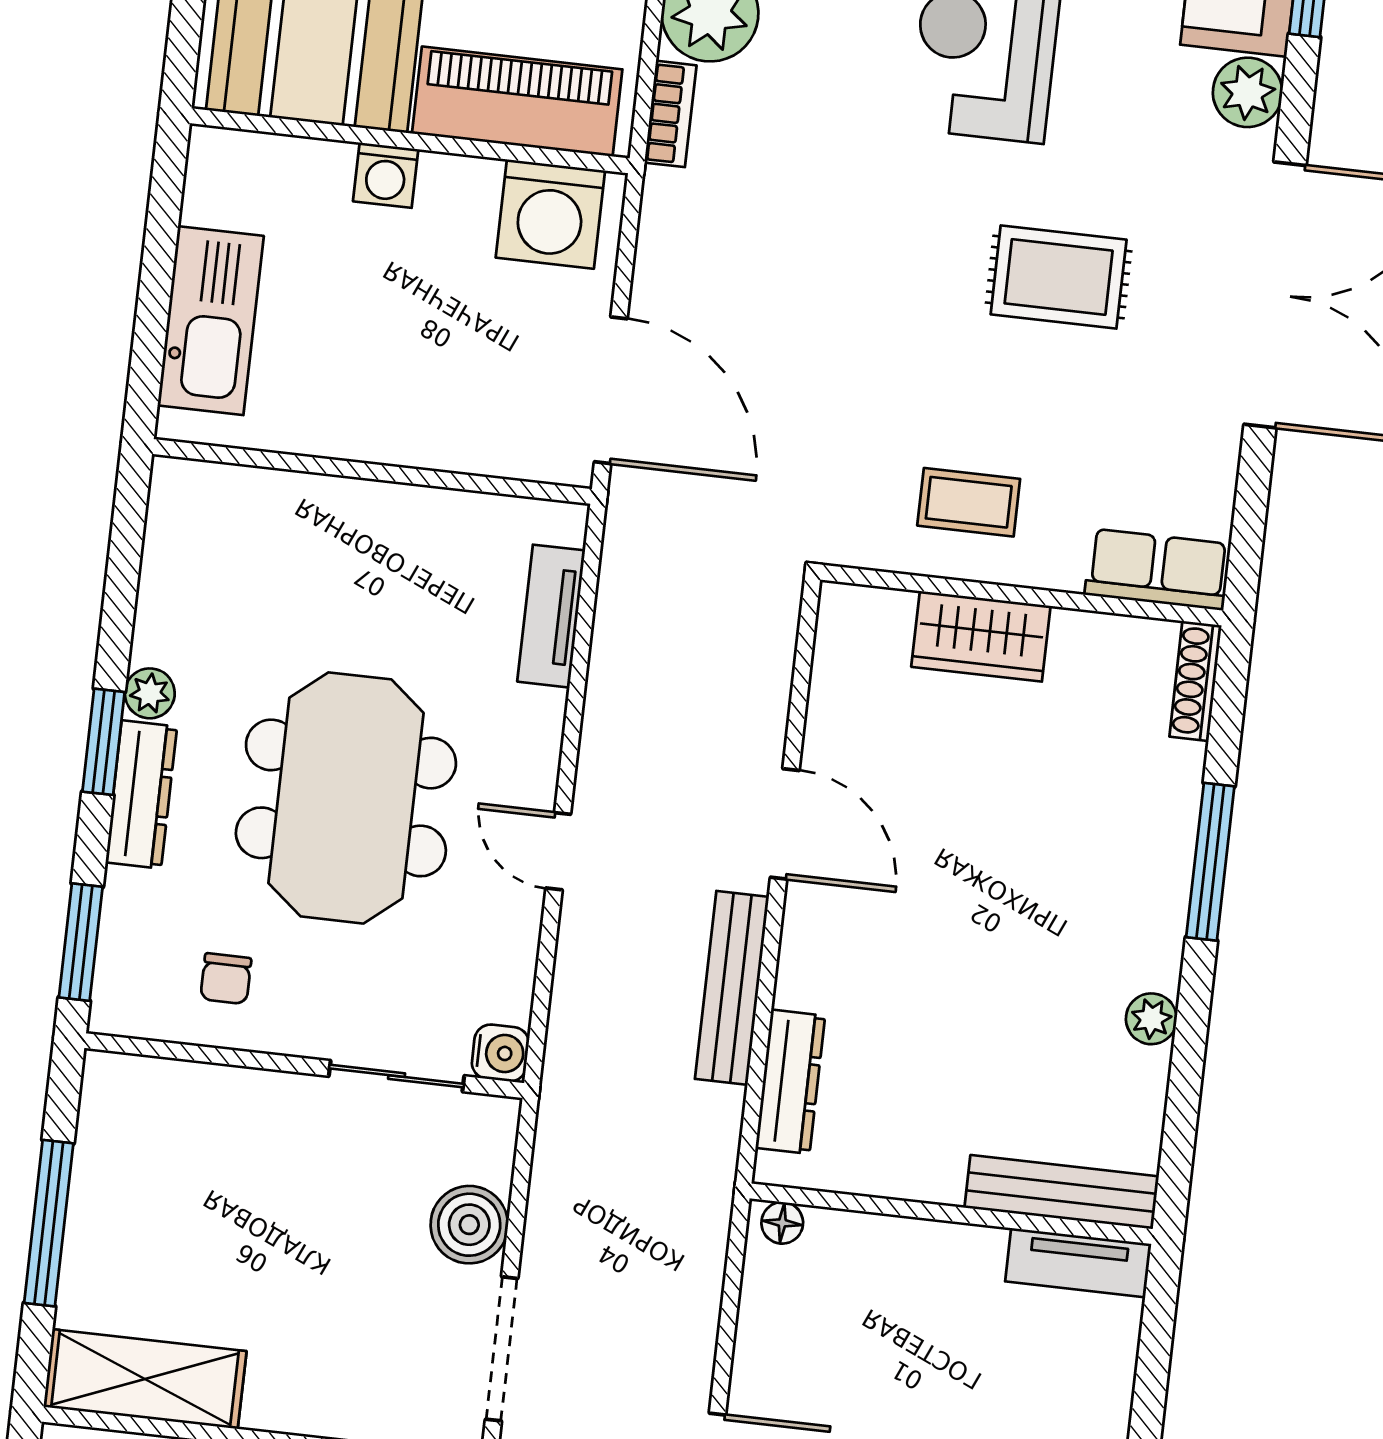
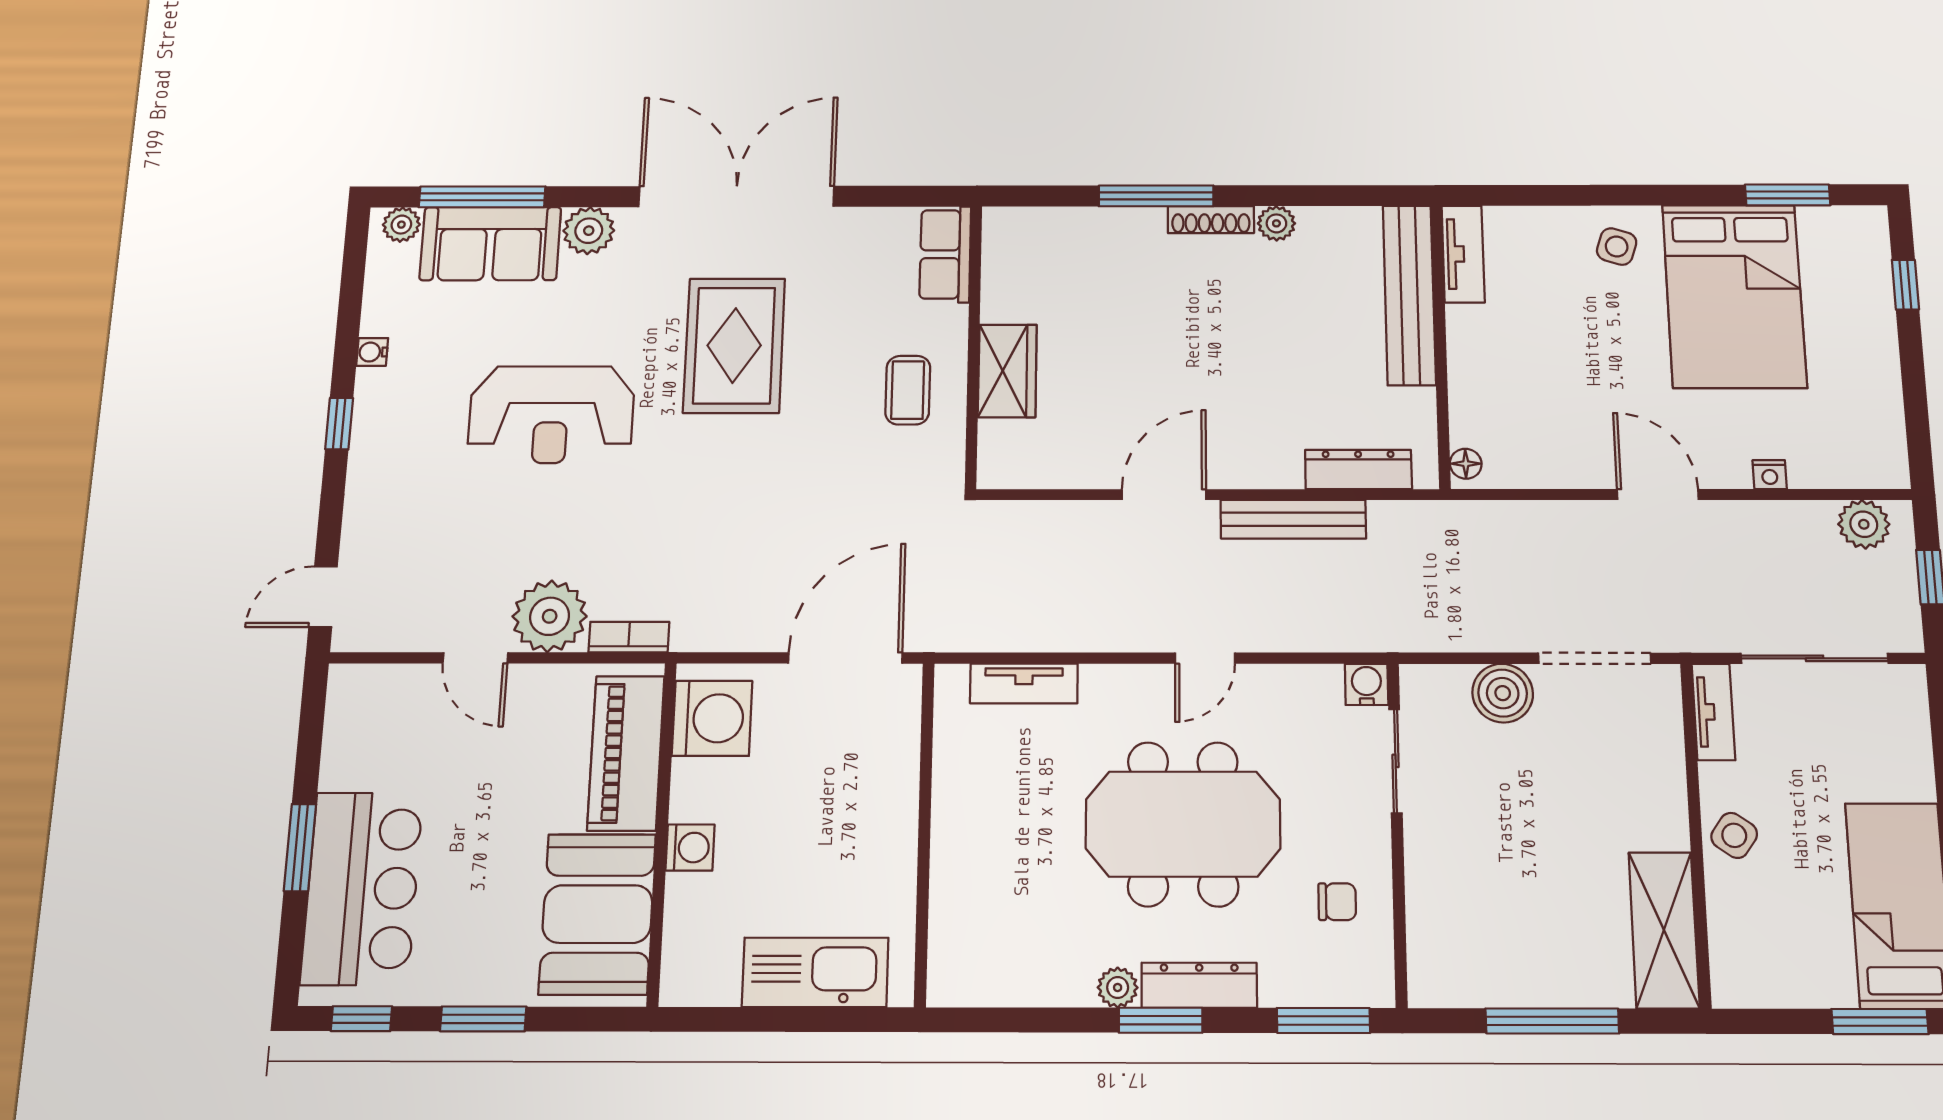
rug: (1059, 277) -> (734, 345), width x1.36, depth x1.43
shoe rack: (1196, 681) -> (1211, 220), moved
bench: (1062, 1192) -> (1409, 295), width x1.37, depth x1.21

